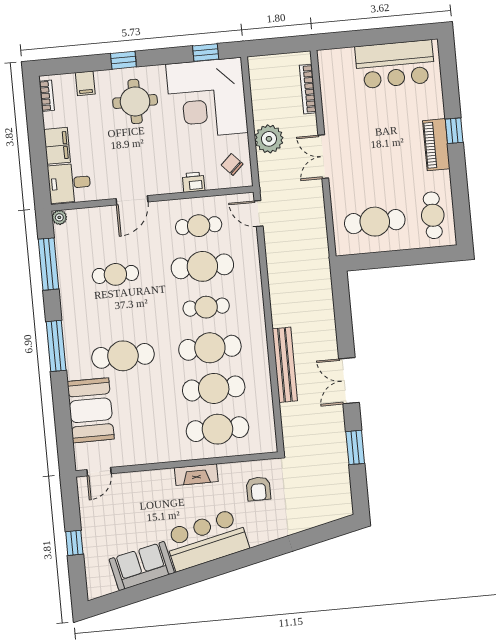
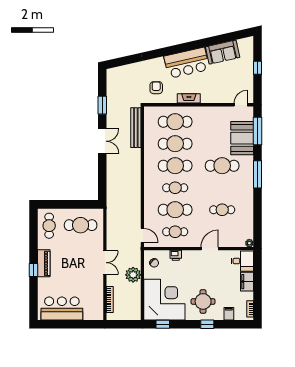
window: (48, 264) -> (258, 131), moved
bench: (285, 365) -> (136, 128), moved

